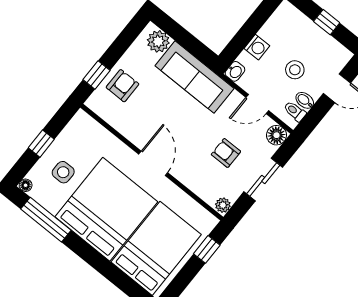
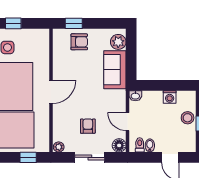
washing machine: (257, 47) -> (170, 97), moved
stool: (295, 70) -> (188, 118), moved
sofa: (194, 77) -> (115, 70), width x0.73

